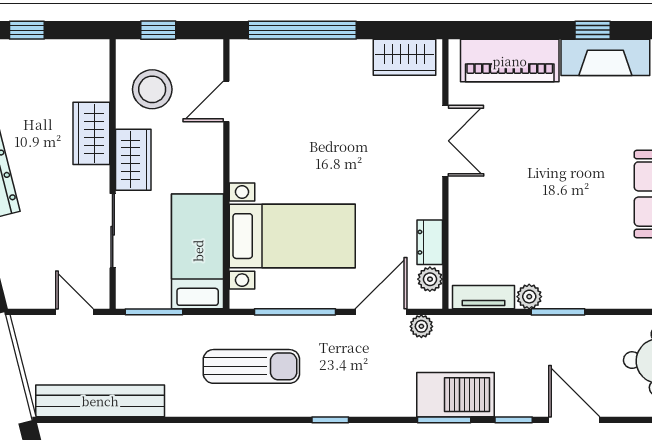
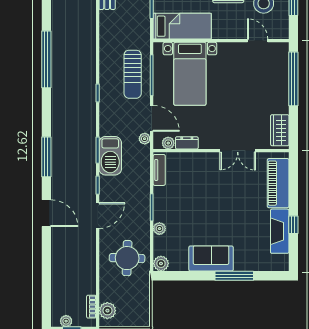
plant: (529, 297) -> (159, 229), moved
sun lounger: (251, 366) -> (133, 74), moved

